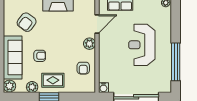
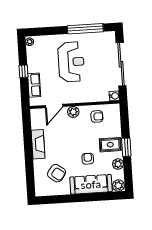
door: (97, 24) -> (54, 106), swing flipped
reception desk: (142, 45) -> (71, 62), turned -90
rug: (53, 80) -> (110, 145), turned 90

